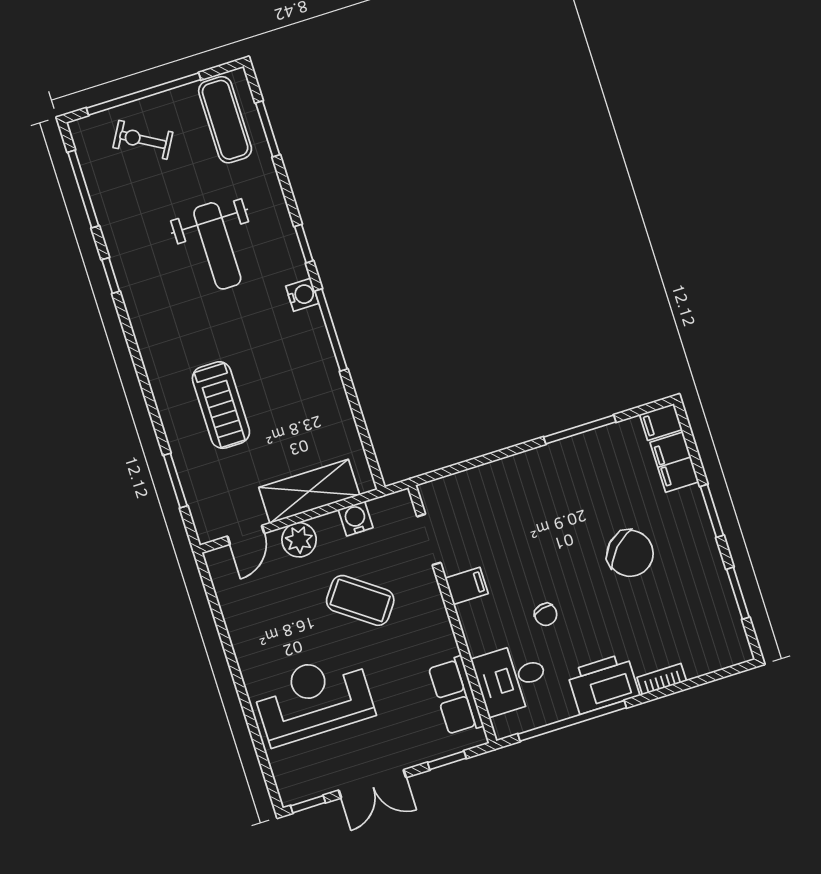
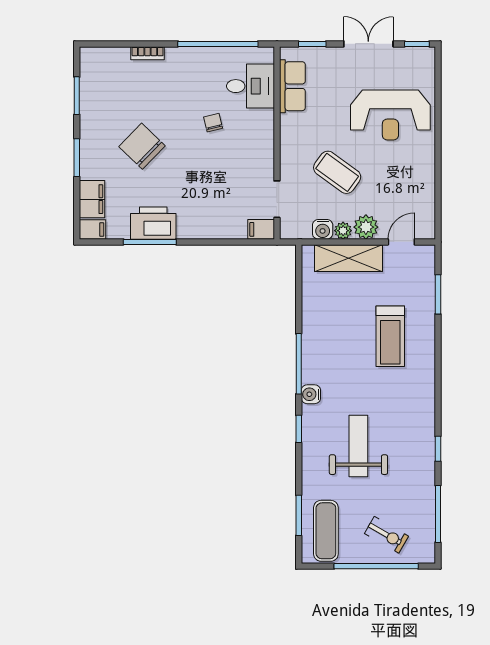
treadmill: (221, 405) -> (390, 336), turned 180
plant: (328, 525) -> (343, 231), added
filing cabinet: (467, 586) -> (261, 229), moved
printer: (603, 683) -> (153, 223), moved, turned 180

